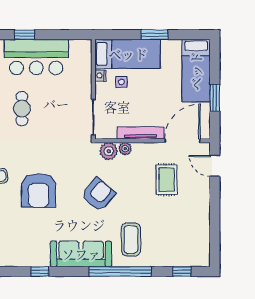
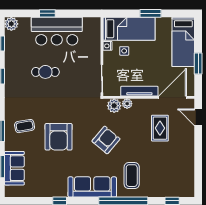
cafe table: (22, 109) -> (45, 72), turned 90

